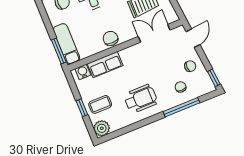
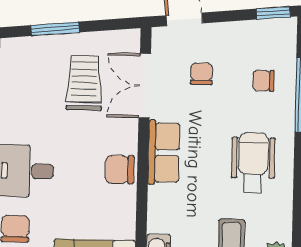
row of seats: (105, 65) -> (164, 152), moved
chair: (190, 66) -> (201, 74), moved

